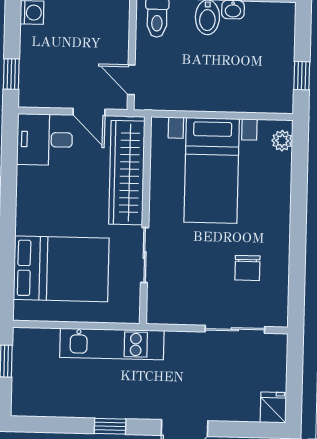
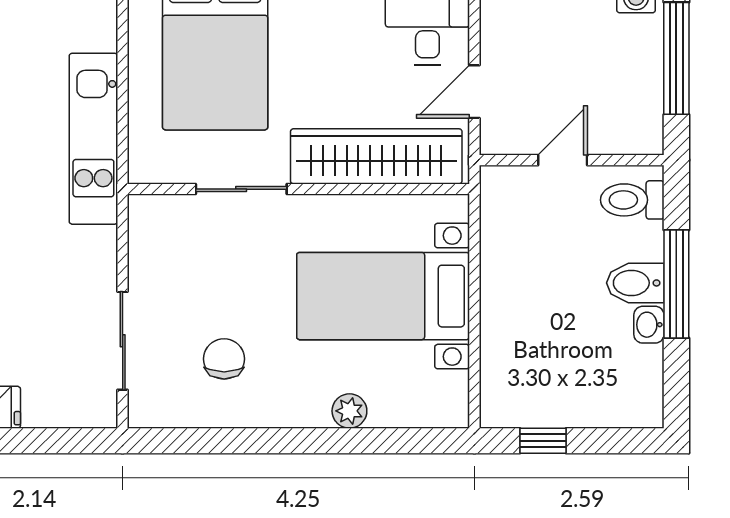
door: (131, 80) -> (563, 160), moved
plant: (282, 141) -> (349, 411), moved
chair: (247, 268) -> (224, 359), turned 90

